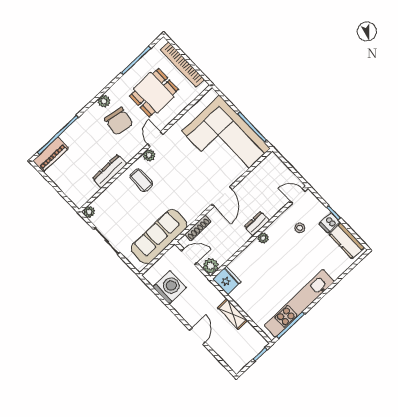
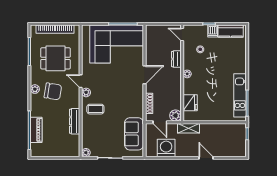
dining table: (154, 93) -> (55, 58), turned 90
piano: (51, 154) -> (36, 130), moved
door: (297, 196) -> (182, 35), hinge flipped
door: (222, 197) -> (145, 75), hinge flipped
dresser: (257, 224) -> (176, 59), moved
sofa: (159, 237) -> (134, 134), width x0.73
door: (189, 257) -> (160, 122), swing flipped
fridge: (227, 280) -> (190, 103), moved, turned 90
kitchen unit: (299, 303) -> (240, 95), width x0.73
shelving: (233, 314) -> (189, 128), moved

